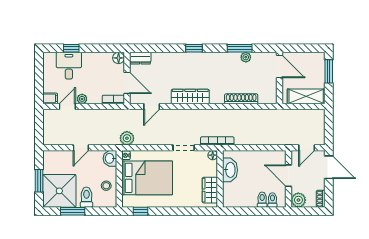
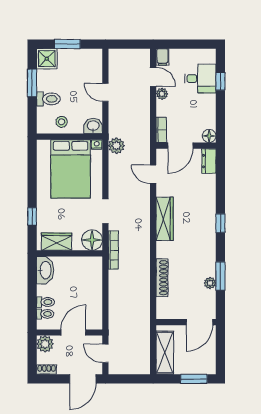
floor lamp: (213, 155) -> (92, 240), width x1.89, depth x1.89
washbasin: (230, 170) -> (45, 270), moved, turned -90
shower: (59, 191) -> (47, 59), width x0.54, depth x0.54
window: (141, 211) -> (32, 216), moved

